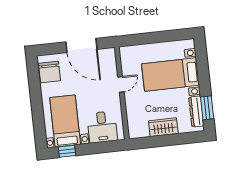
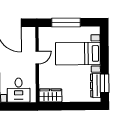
window: (152, 38) -> (66, 22), added
wardrobe: (163, 127) -> (50, 95), moved

